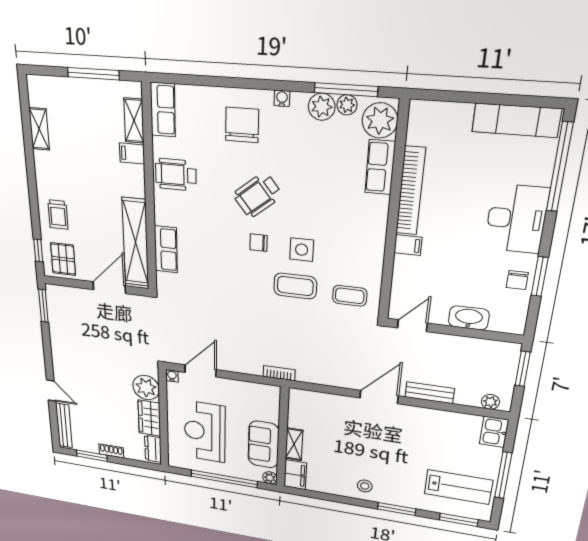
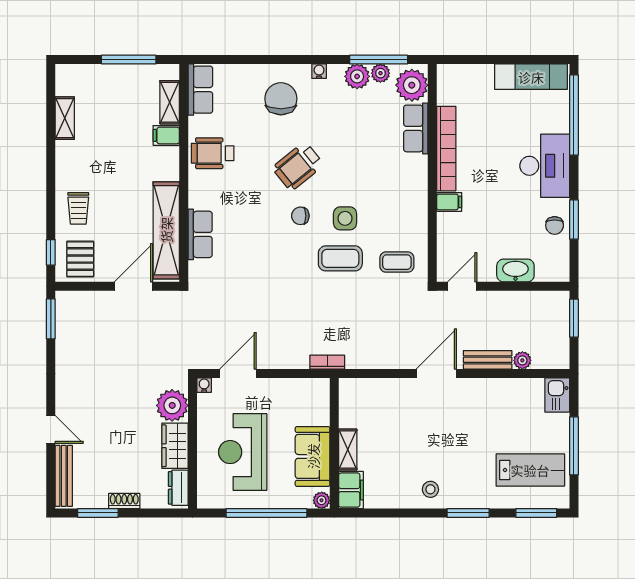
plant: (490, 402) -> (522, 360), moved

